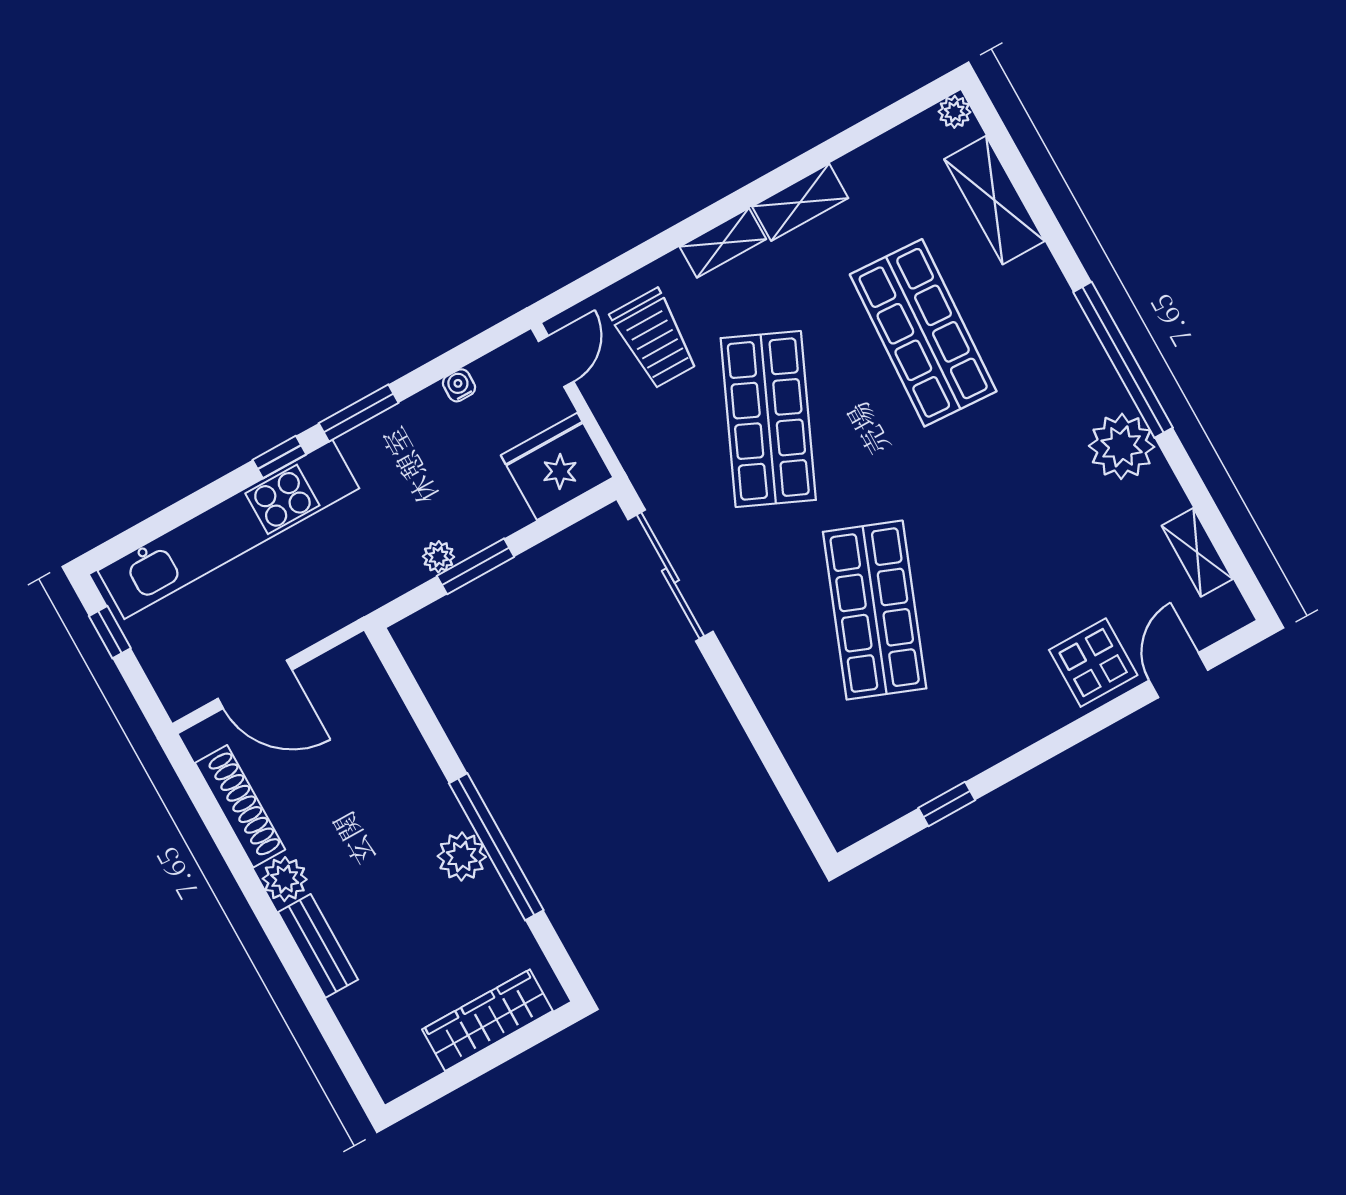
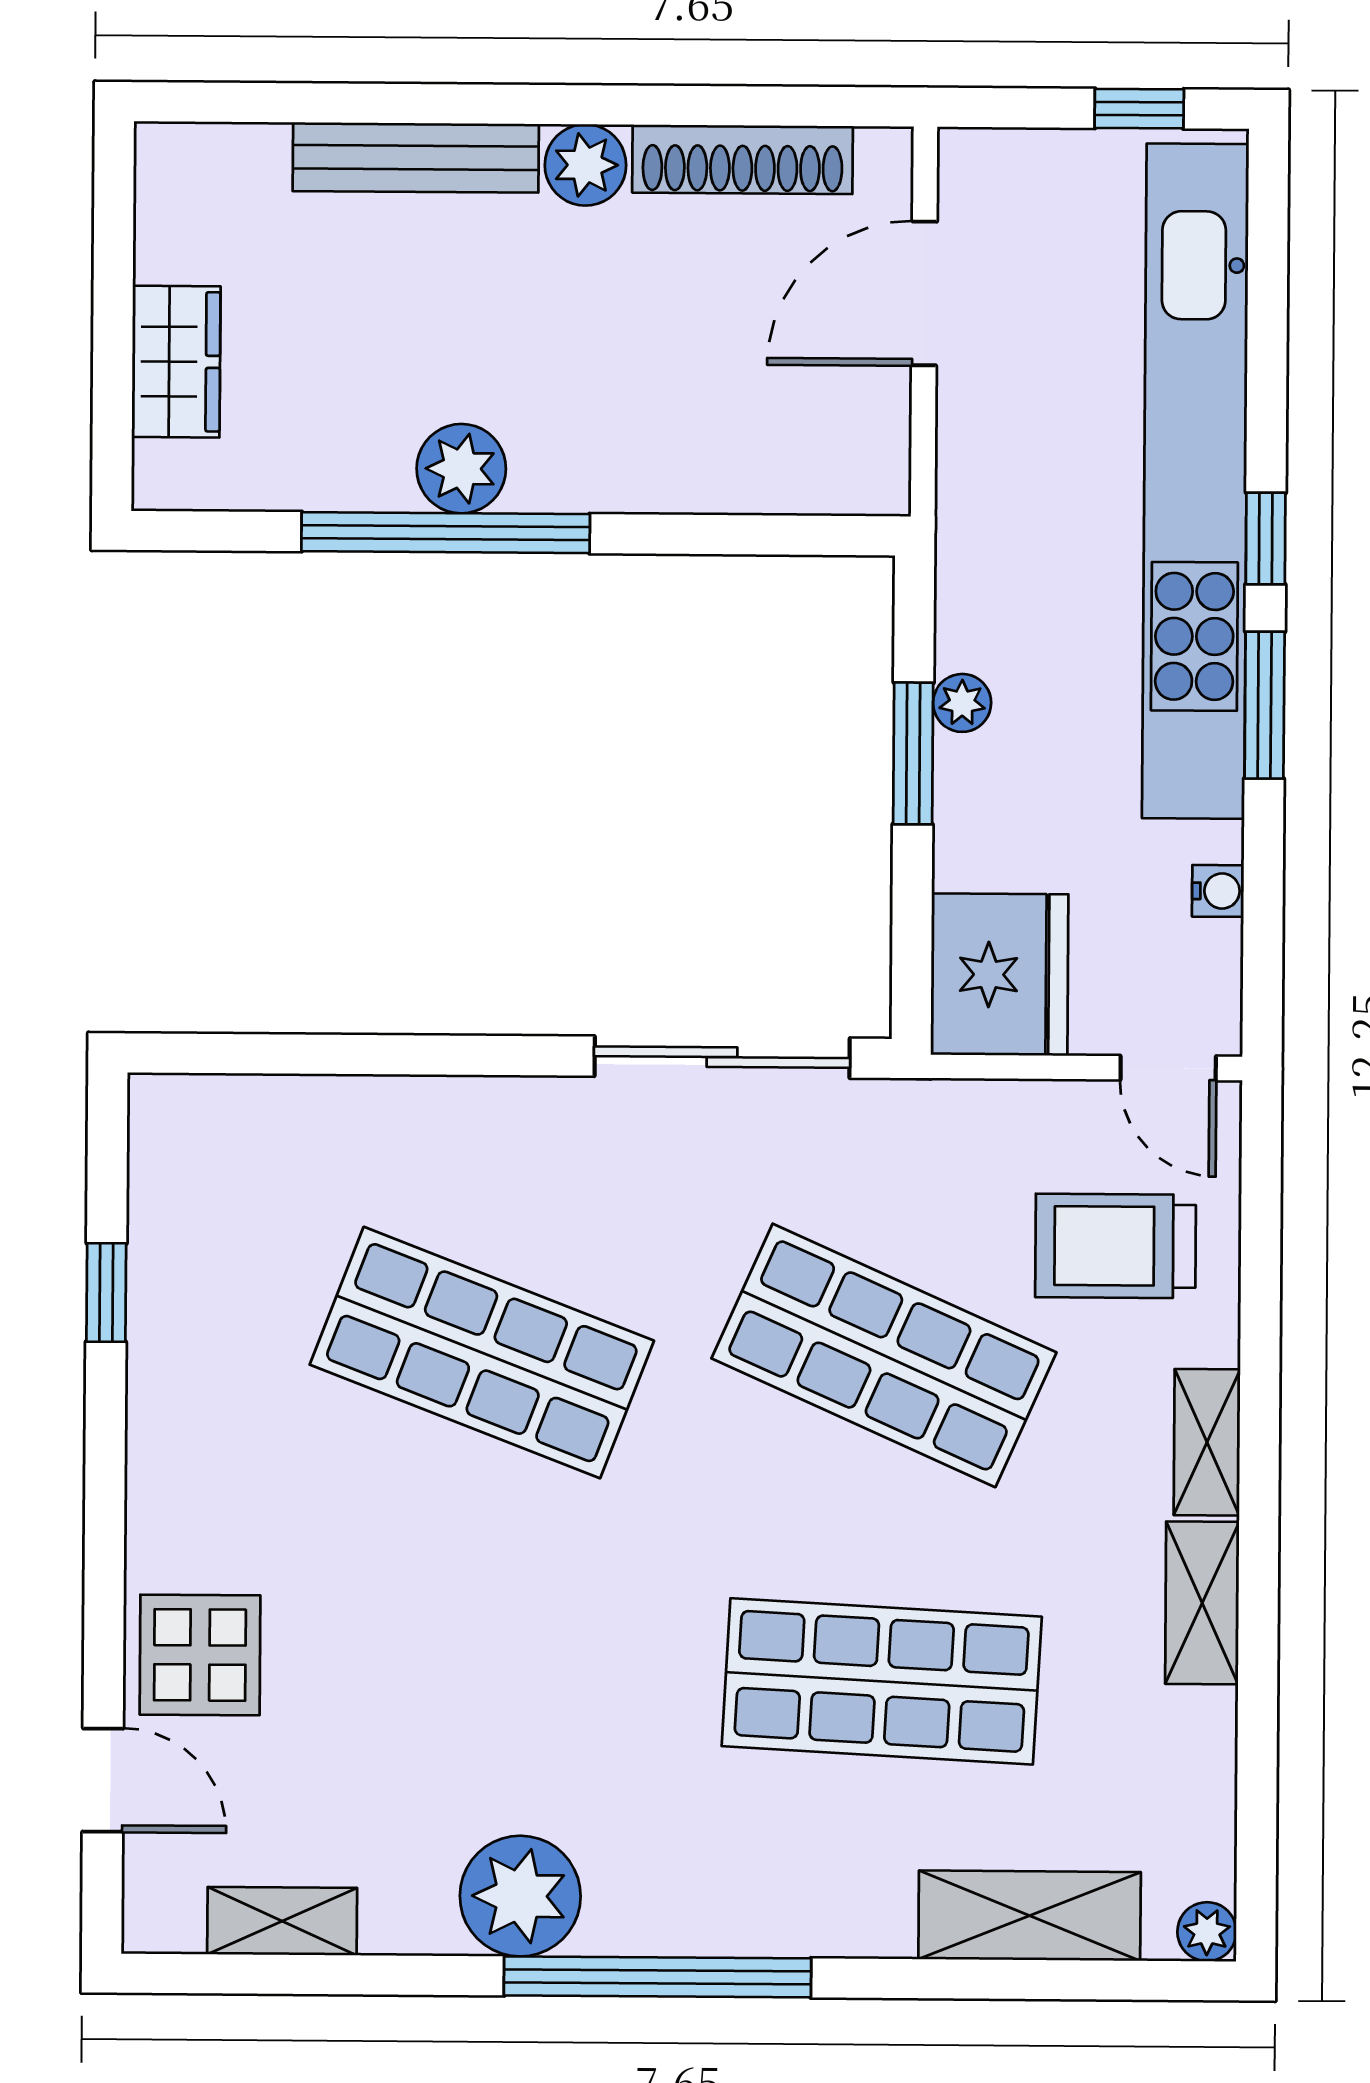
kitchen unit: (228, 529) -> (1195, 481), width x1.36
bench: (318, 946) -> (416, 157), width x1.36
wardrobe: (487, 1020) -> (176, 362), width x0.67

